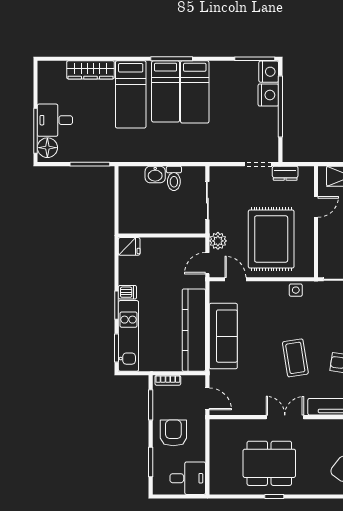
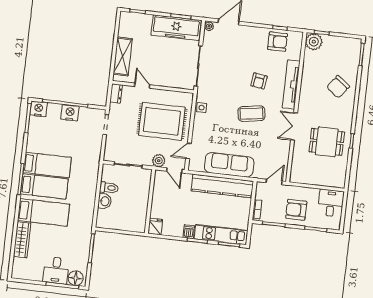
nightstand: (268, 95) -> (70, 113), moved
dresser: (285, 173) -> (116, 94), moved
dining table: (269, 463) -> (327, 142), width x0.73

